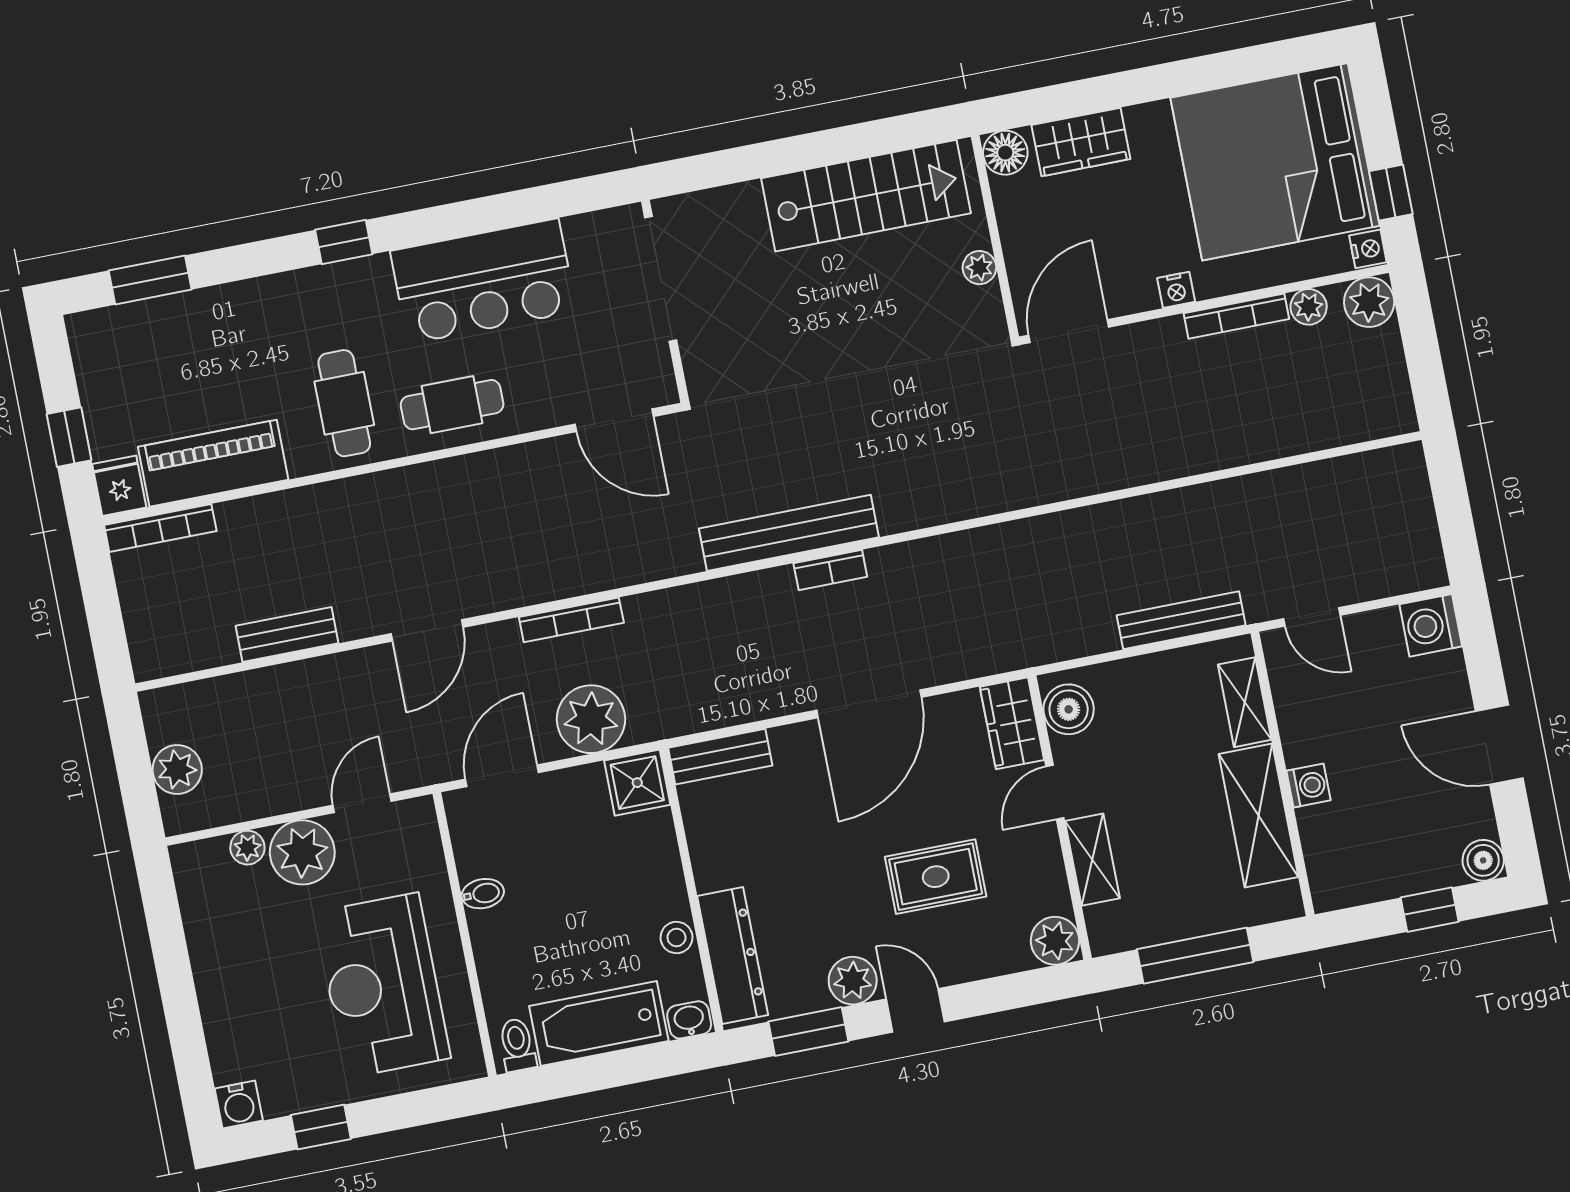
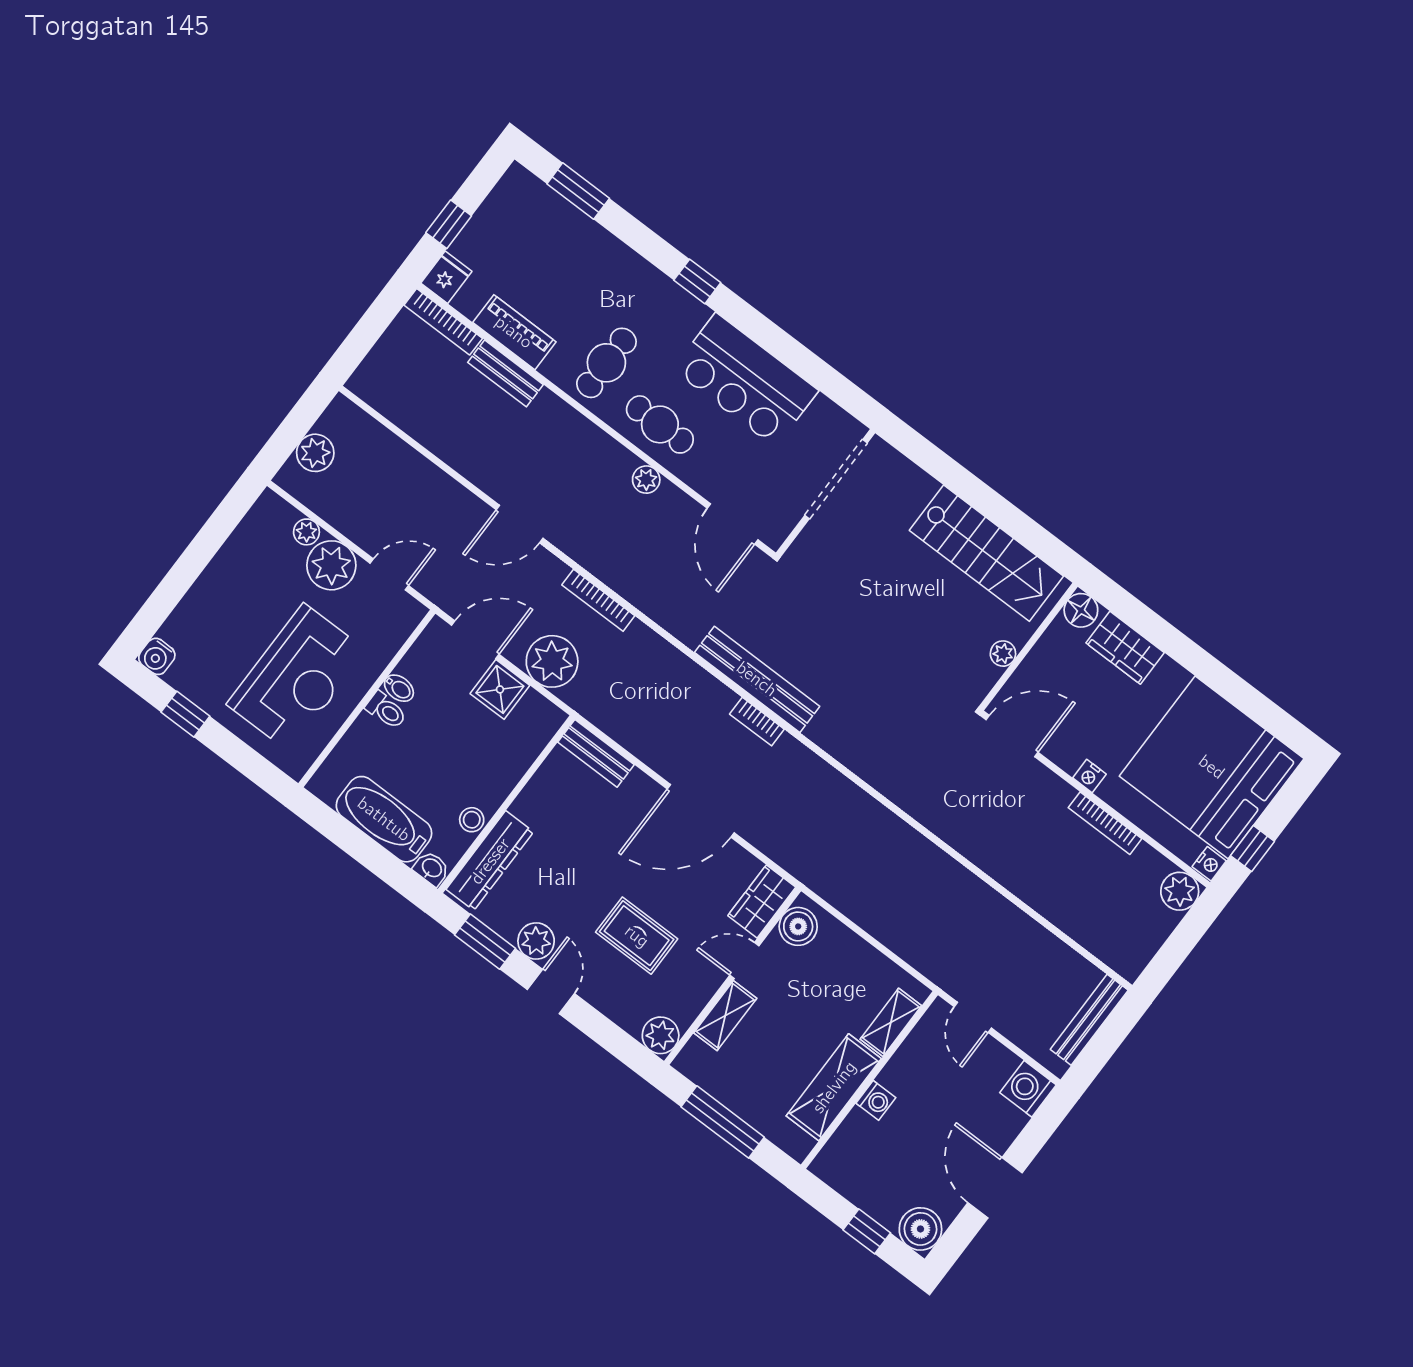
plant: (1309, 307) -> (646, 480), moved
piano: (213, 463) -> (514, 332), width x0.73, depth x0.75
bench: (1181, 620) -> (1089, 1020), moved, turned 90
bench: (287, 634) -> (506, 373), moved
shower: (637, 783) -> (500, 689), moved
boiler: (1483, 860) -> (920, 1229), width x1.36, depth x1.36
reception desk: (382, 985) -> (297, 678), turned 180
toilet: (517, 1045) -> (386, 710), moved, turned 90

